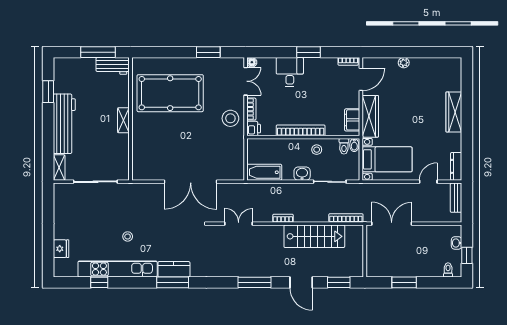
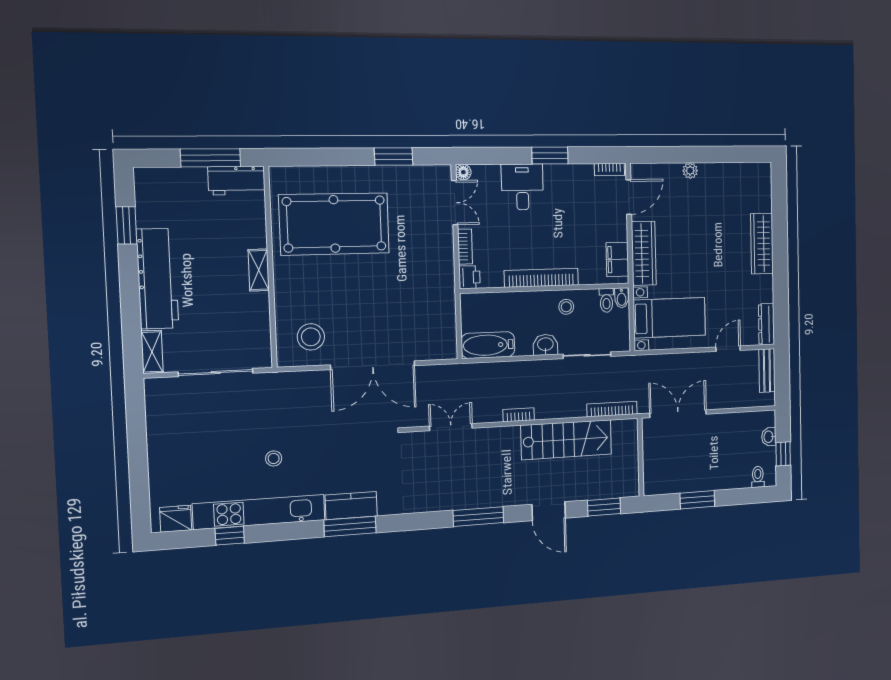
stool: (230, 118) -> (311, 337), moved
fridge: (61, 249) -> (176, 519), moved, turned -90

